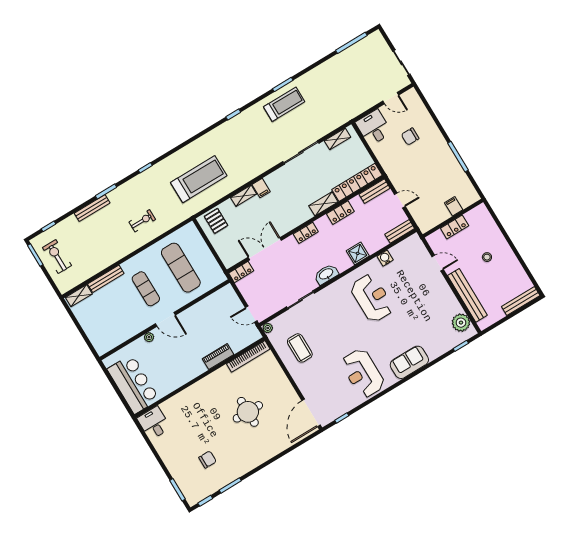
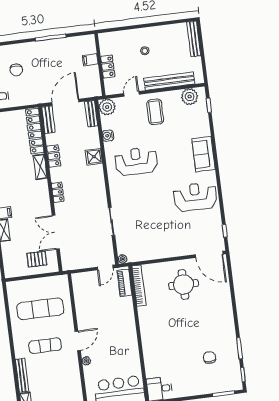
door: (400, 200) -> (66, 102), width x1.88
pallet: (216, 221) -> (37, 259), moved
plant: (414, 244) -> (107, 107), added
locker: (241, 272) -> (66, 260), removed
washbasin: (326, 274) -> (100, 191), removed
coffee table: (300, 348) -> (155, 112), moved, turned 90
piano: (218, 357) -> (124, 283), moved
reception desk: (363, 373) -> (195, 197), turned 180
round table: (248, 412) -> (183, 285), moved

